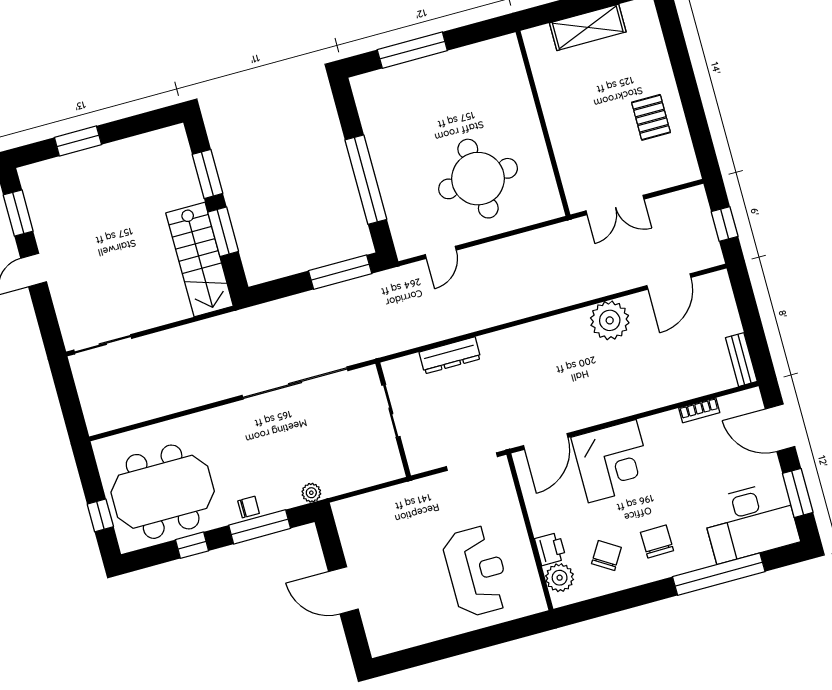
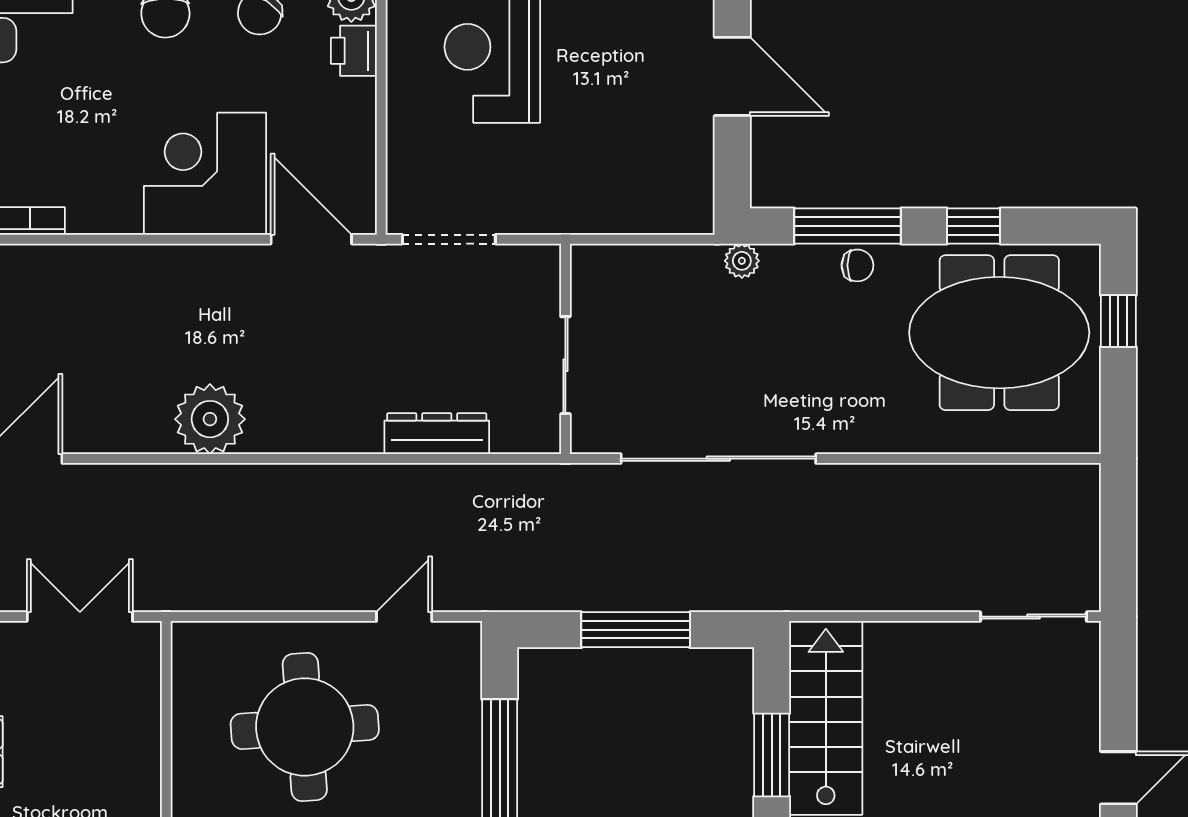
window: (340, 272) -> (636, 630), moved
plant: (610, 320) -> (210, 419), moved
door: (546, 442) -> (311, 239), hinge flipped
chair: (249, 507) -> (857, 265), turned 180

